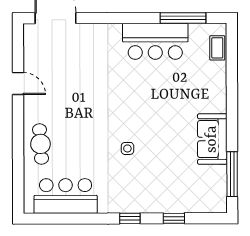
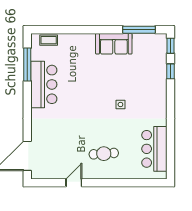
cafe table: (40, 144) -> (104, 154), moved
window: (130, 218) -> (171, 46), moved

